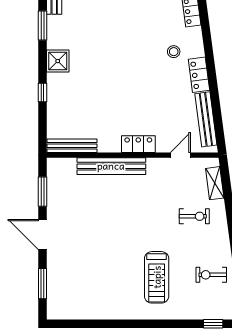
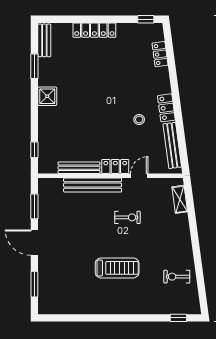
stool: (174, 52) -> (139, 120), moved
window: (42, 92) -> (34, 150), moved
bench: (72, 146) -> (79, 168), moved
door: (180, 155) -> (139, 176), moved
exercise bike: (194, 216) -> (128, 217), moved
treadmill: (157, 277) -> (117, 268), moved, turned -90

